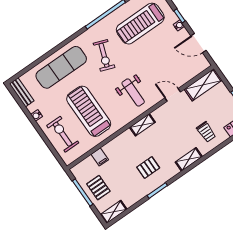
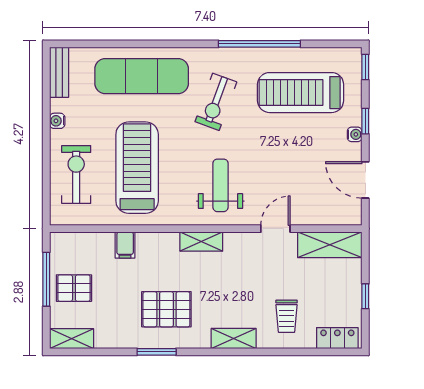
weight bench: (133, 93) -> (220, 185), turned 180
door: (173, 95) -> (275, 229), hinge flipped
filing cabinet: (100, 157) -> (125, 245), moved
pallet: (148, 167) -> (166, 309), width x1.50, depth x1.42
pallet: (98, 188) -> (74, 288), turned 90

